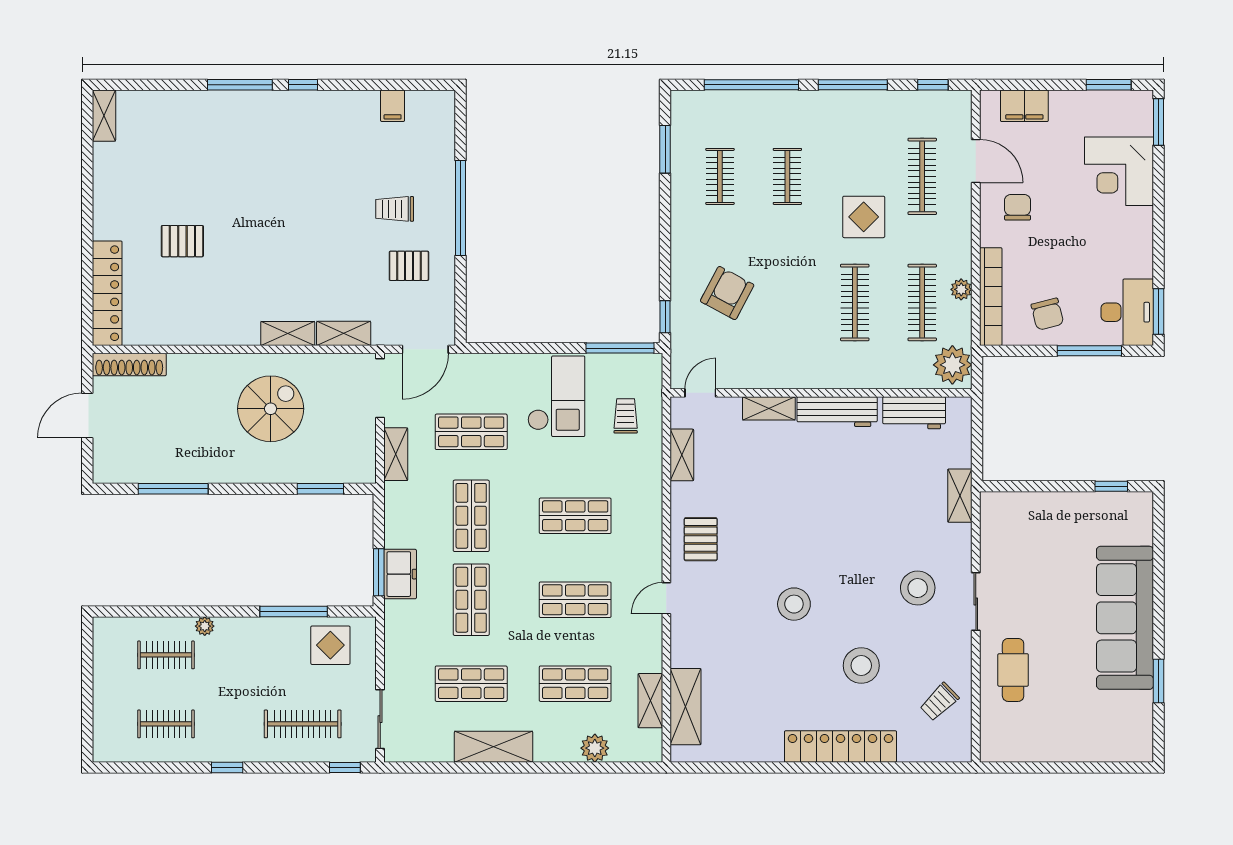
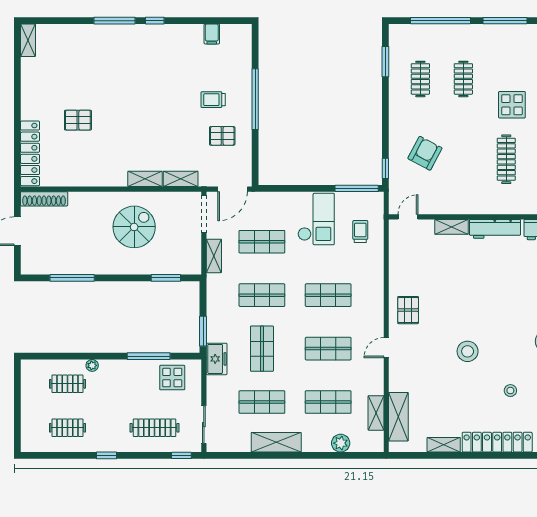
shelving: (682, 455) -> (444, 445), moved, turned 90
shop shelf: (471, 516) -> (262, 295), turned 90
freezer: (400, 574) -> (217, 359), moved
stool: (861, 666) -> (510, 391), width x0.53, depth x0.53

